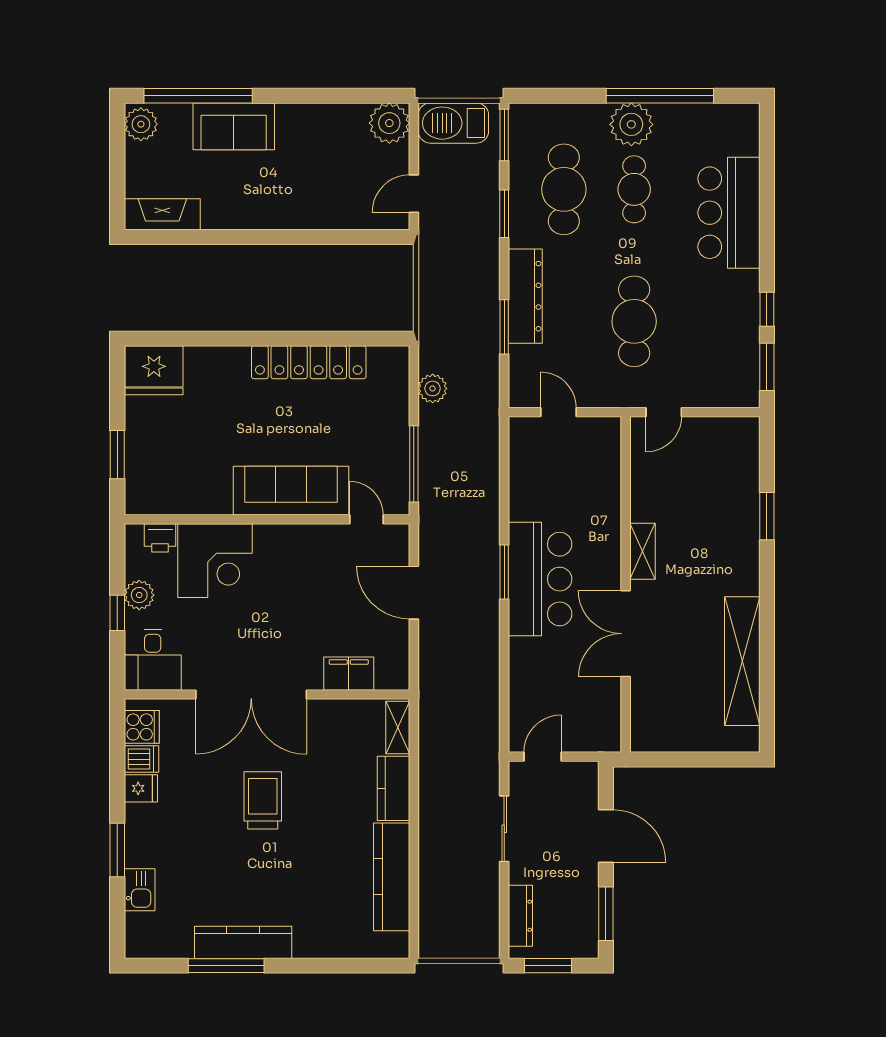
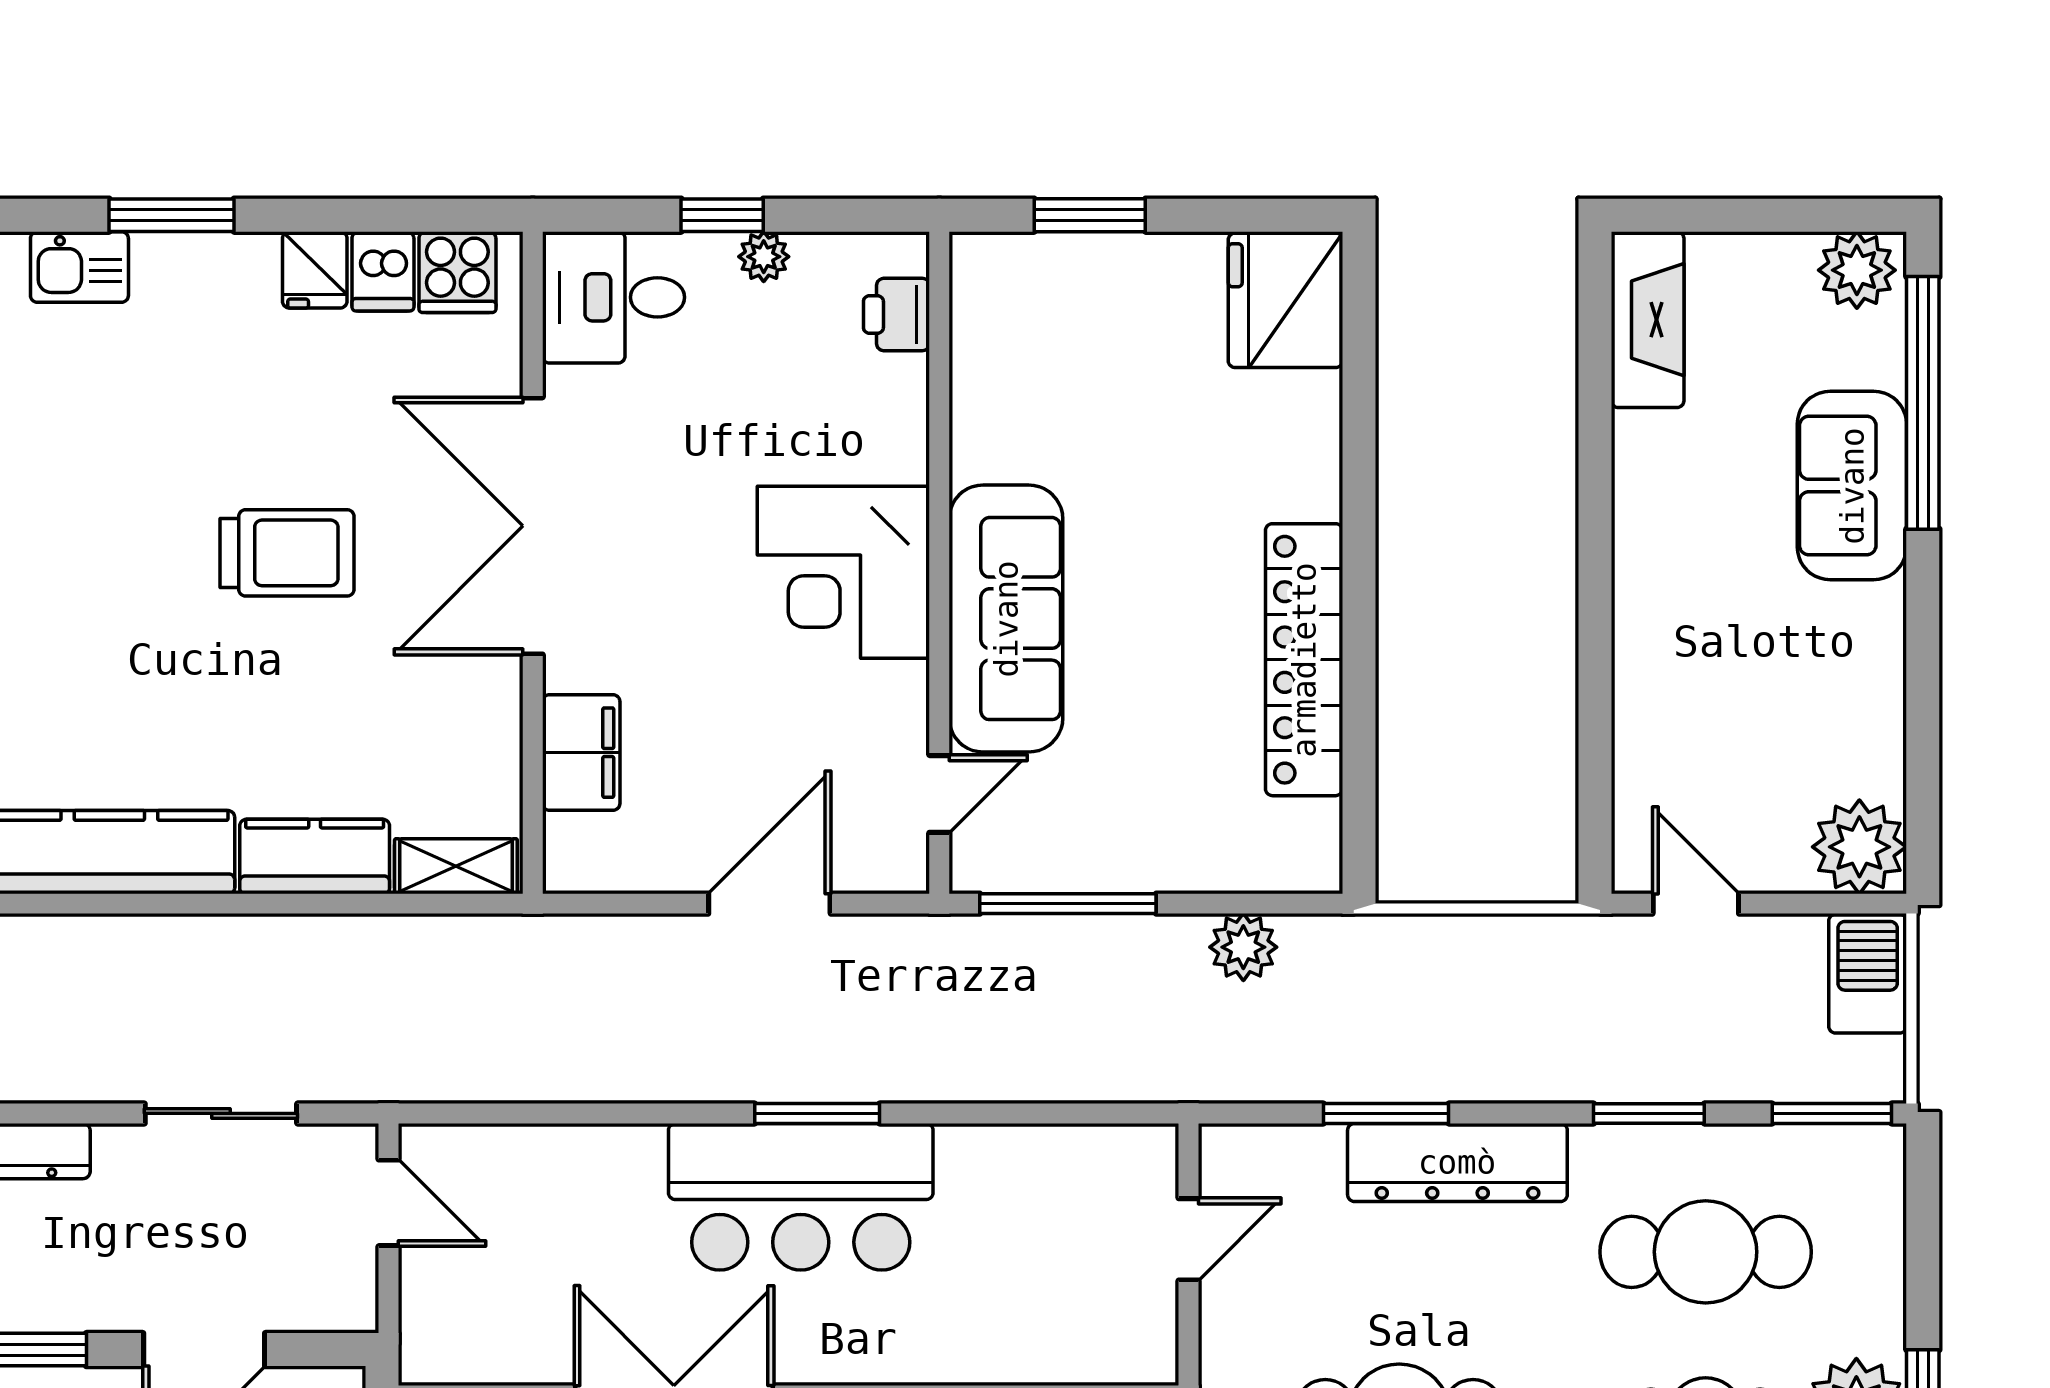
barbecue: (453, 123) -> (1868, 974), width x0.73, depth x0.83
corner desk: (215, 561) -> (843, 572), moved
plant: (139, 595) -> (764, 257), width x0.73, depth x0.73

